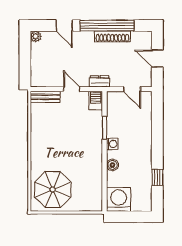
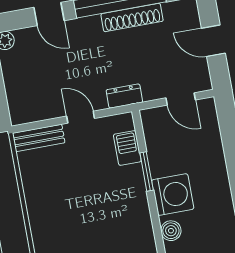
barbecue: (96, 101) -> (127, 148), moved
washing machine: (112, 144) -> (173, 195), width x1.89, depth x1.89

